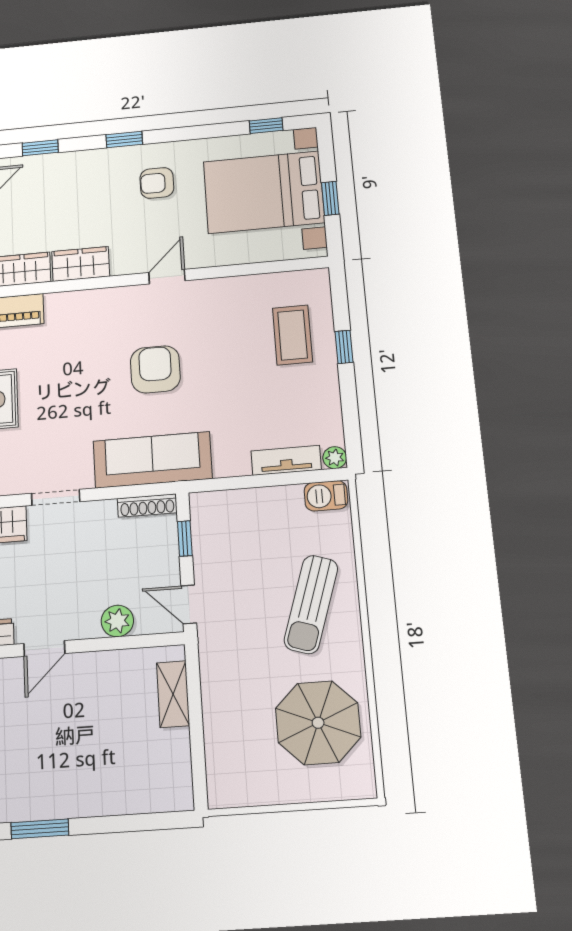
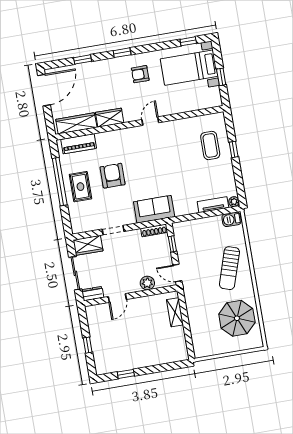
bed with nightstands: (264, 192) -> (189, 68), width x0.73
armchair: (155, 369) -> (113, 176), moved
sofa: (153, 460) -> (154, 209), width x0.73
window: (40, 829) -> (126, 374), width x0.67

